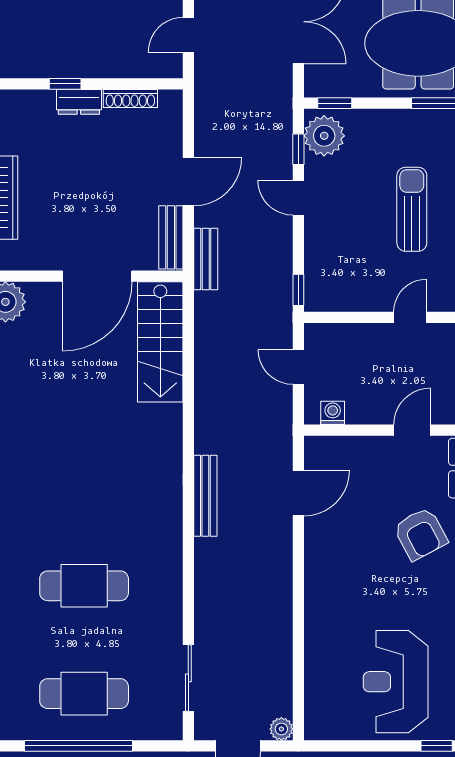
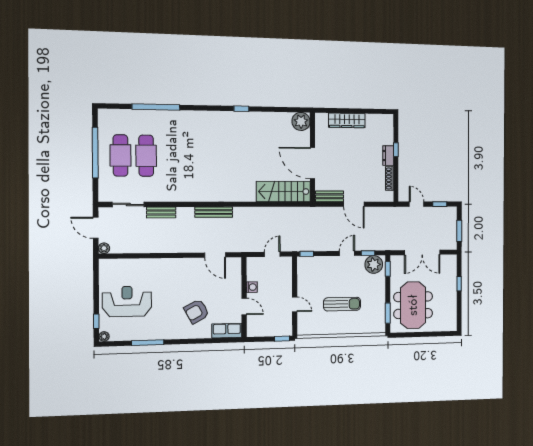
bench: (206, 259) -> (161, 212), moved
washing machine: (333, 413) -> (252, 287), moved
cafe table: (84, 586) -> (146, 156), moved

